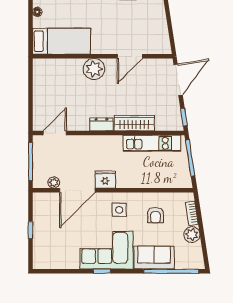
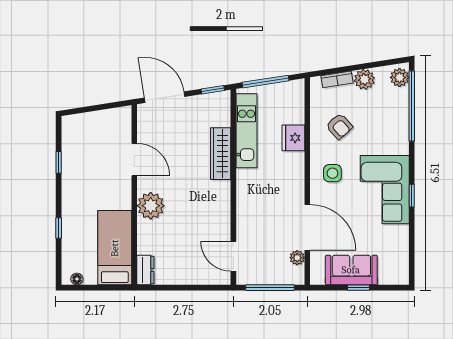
dresser: (101, 124) -> (145, 270), moved, turned 180
fridge: (105, 180) -> (293, 138), moved
armchair: (155, 215) -> (339, 126), turned 48
sofa: (154, 258) -> (351, 270), moved, turned 90
plant: (193, 262) -> (400, 77), added

